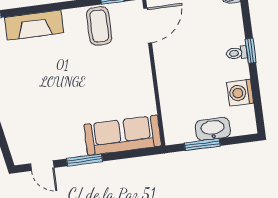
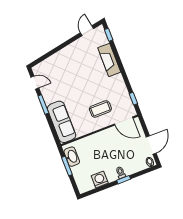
coffee table: (99, 26) -> (100, 109), moved
washbasin: (213, 129) -> (72, 157), moved
door: (42, 166) -> (35, 83), swing flipped

